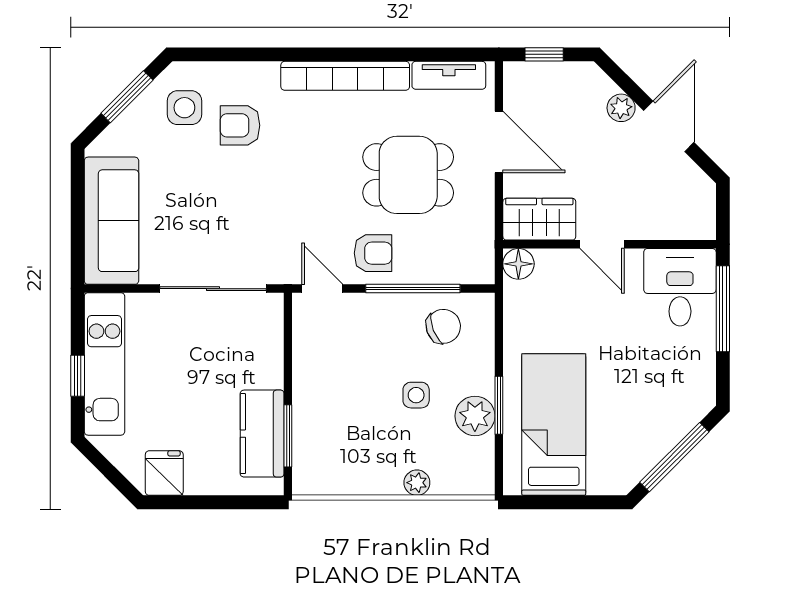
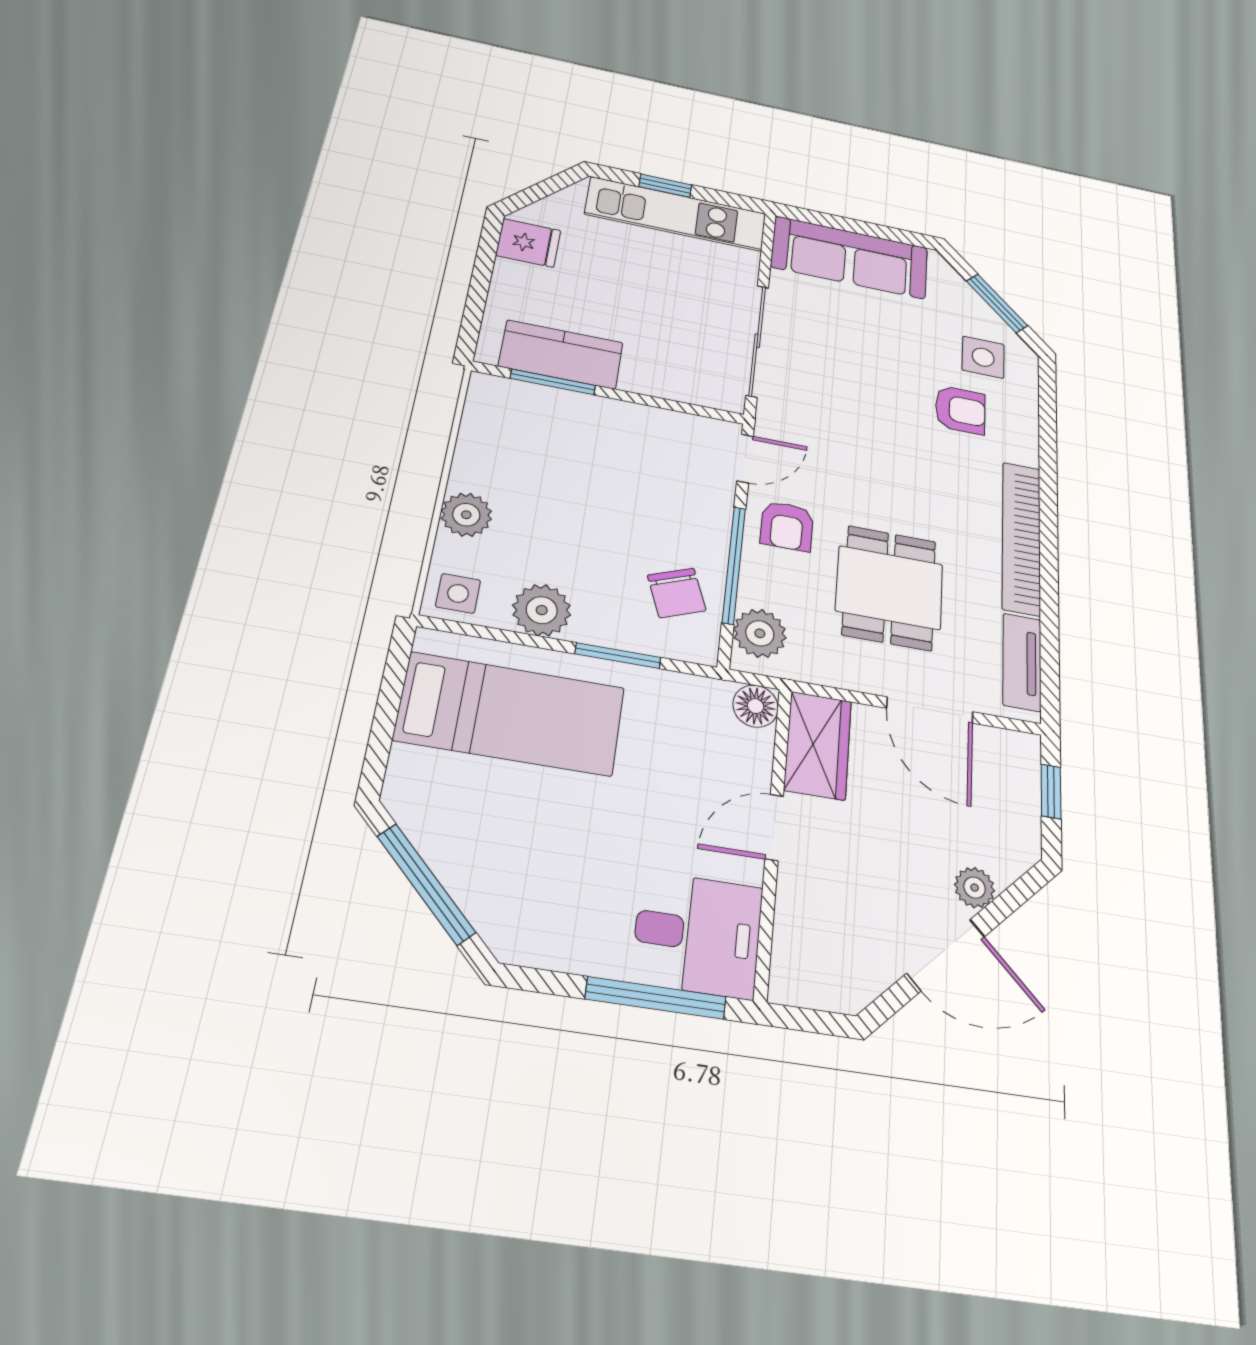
armchair: (240, 125) -> (960, 410), turned 90
door: (499, 142) -> (930, 710), hinge flipped
plant: (463, 266) -> (760, 633), added
side table: (416, 395) -> (458, 593), moved
window: (499, 405) -> (618, 656), moved
plant: (417, 483) -> (466, 515), width x1.38, depth x1.38

